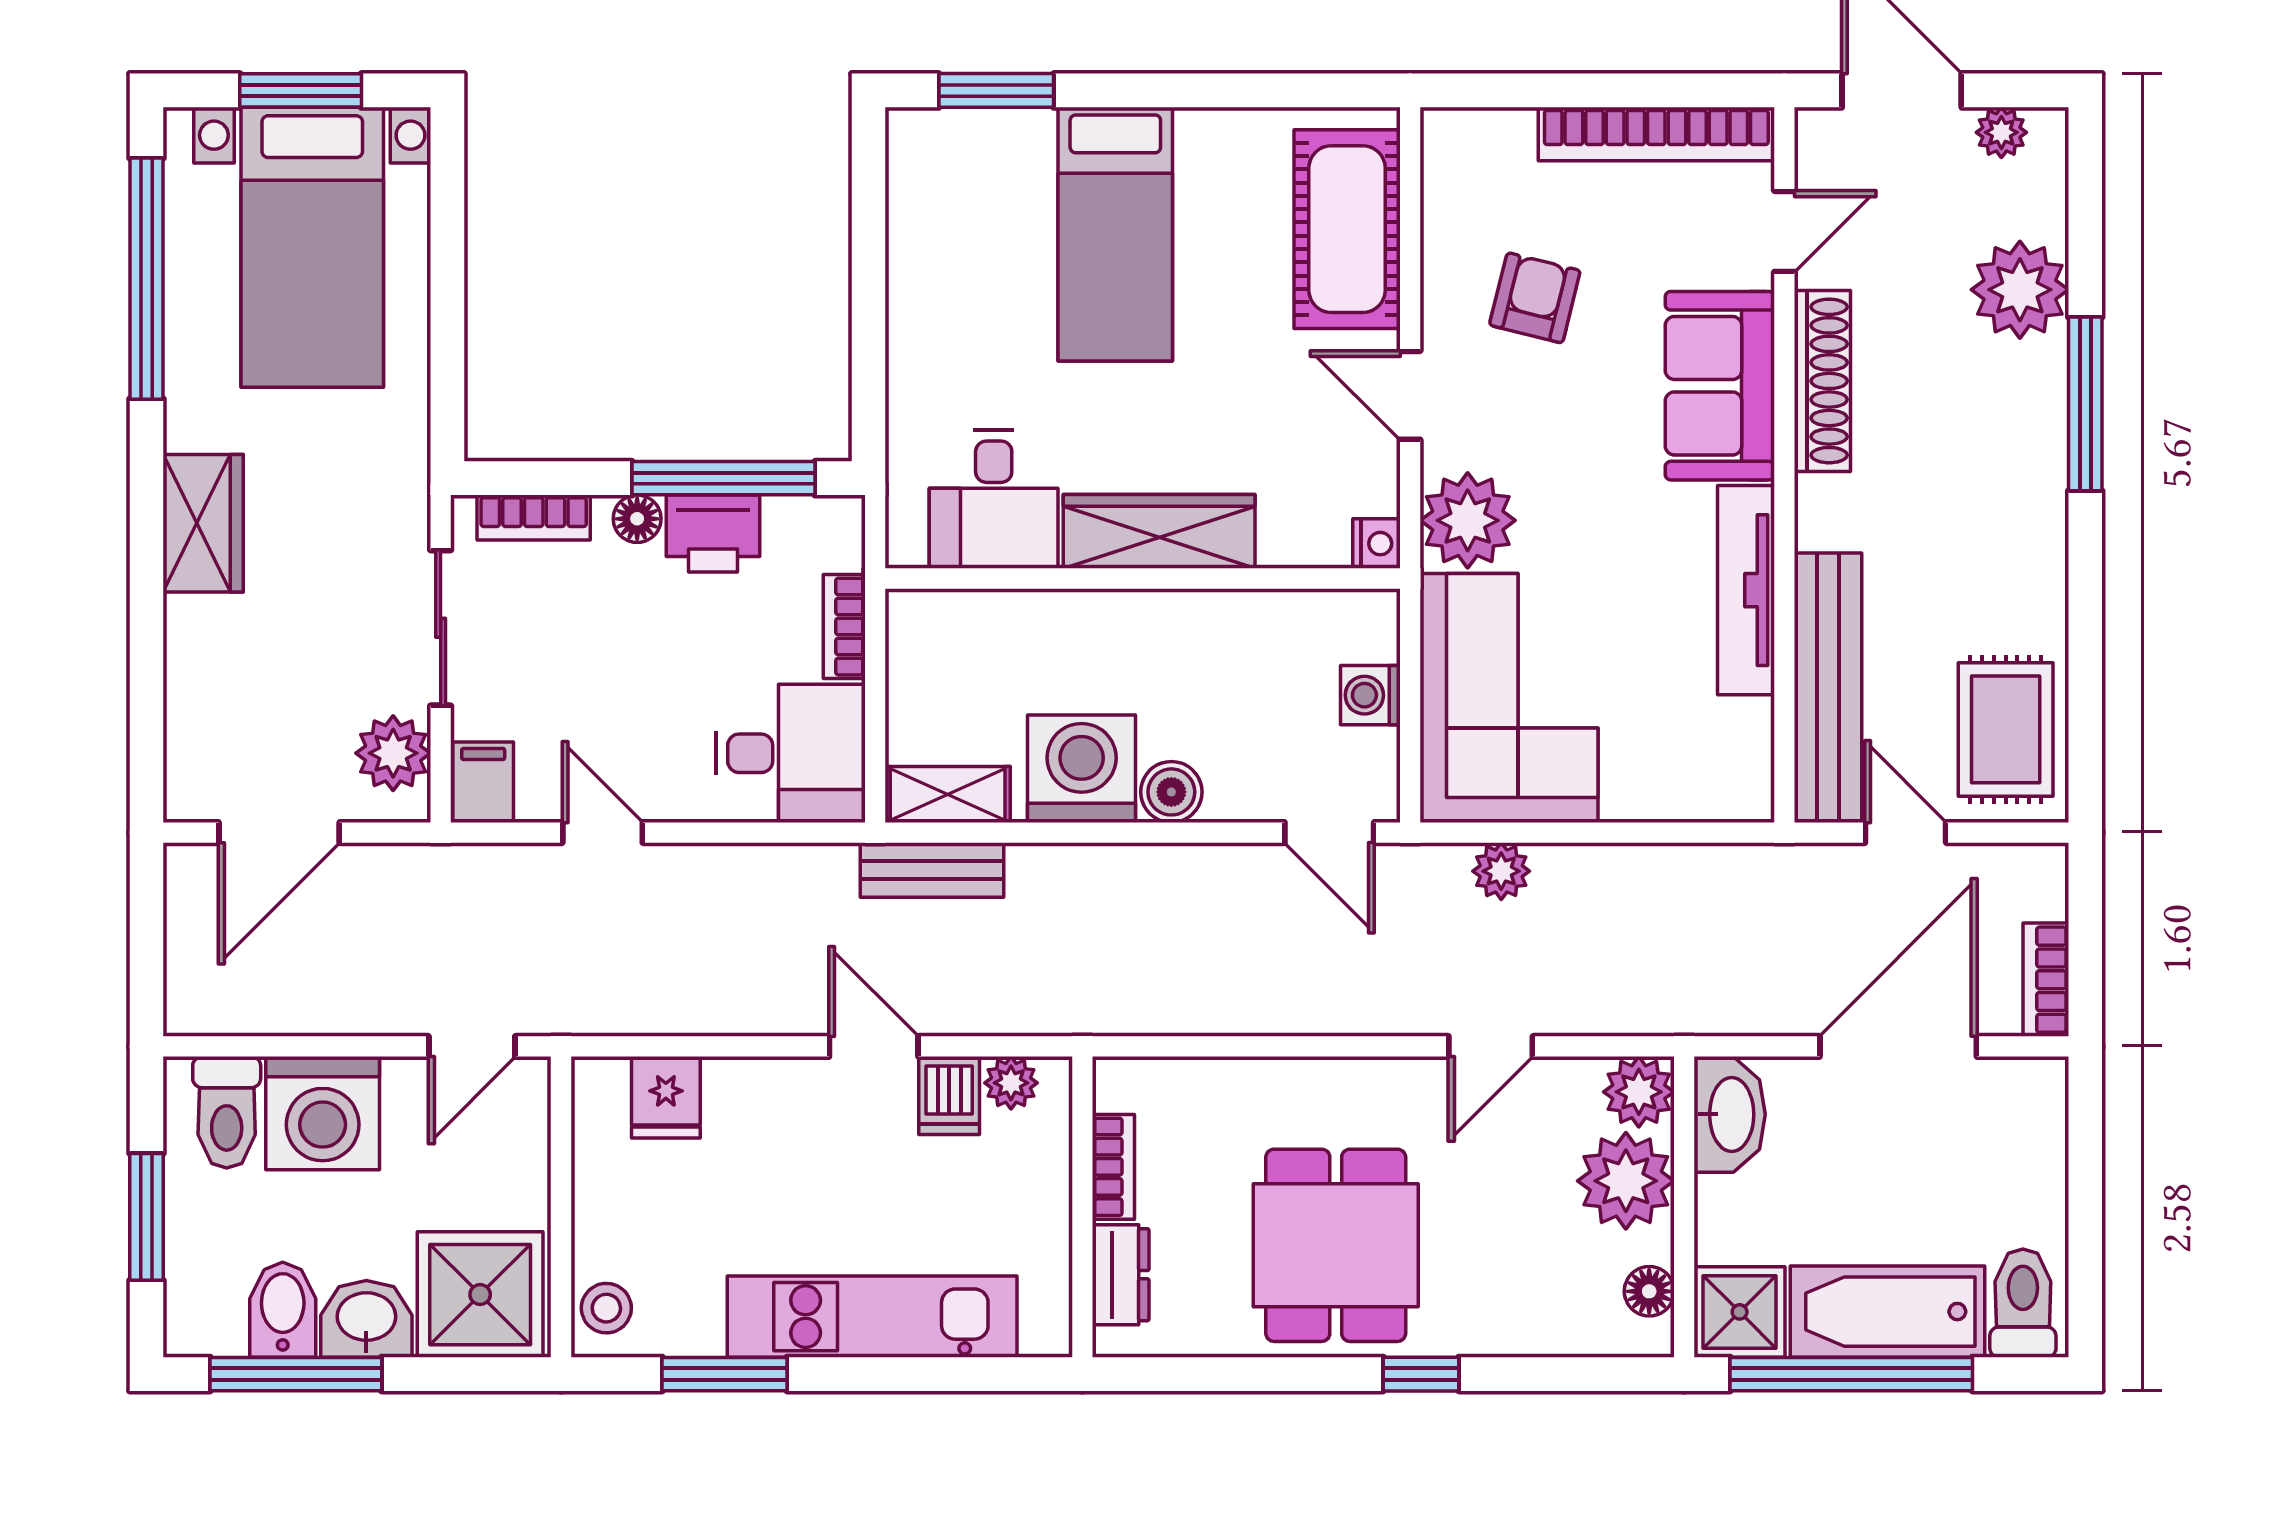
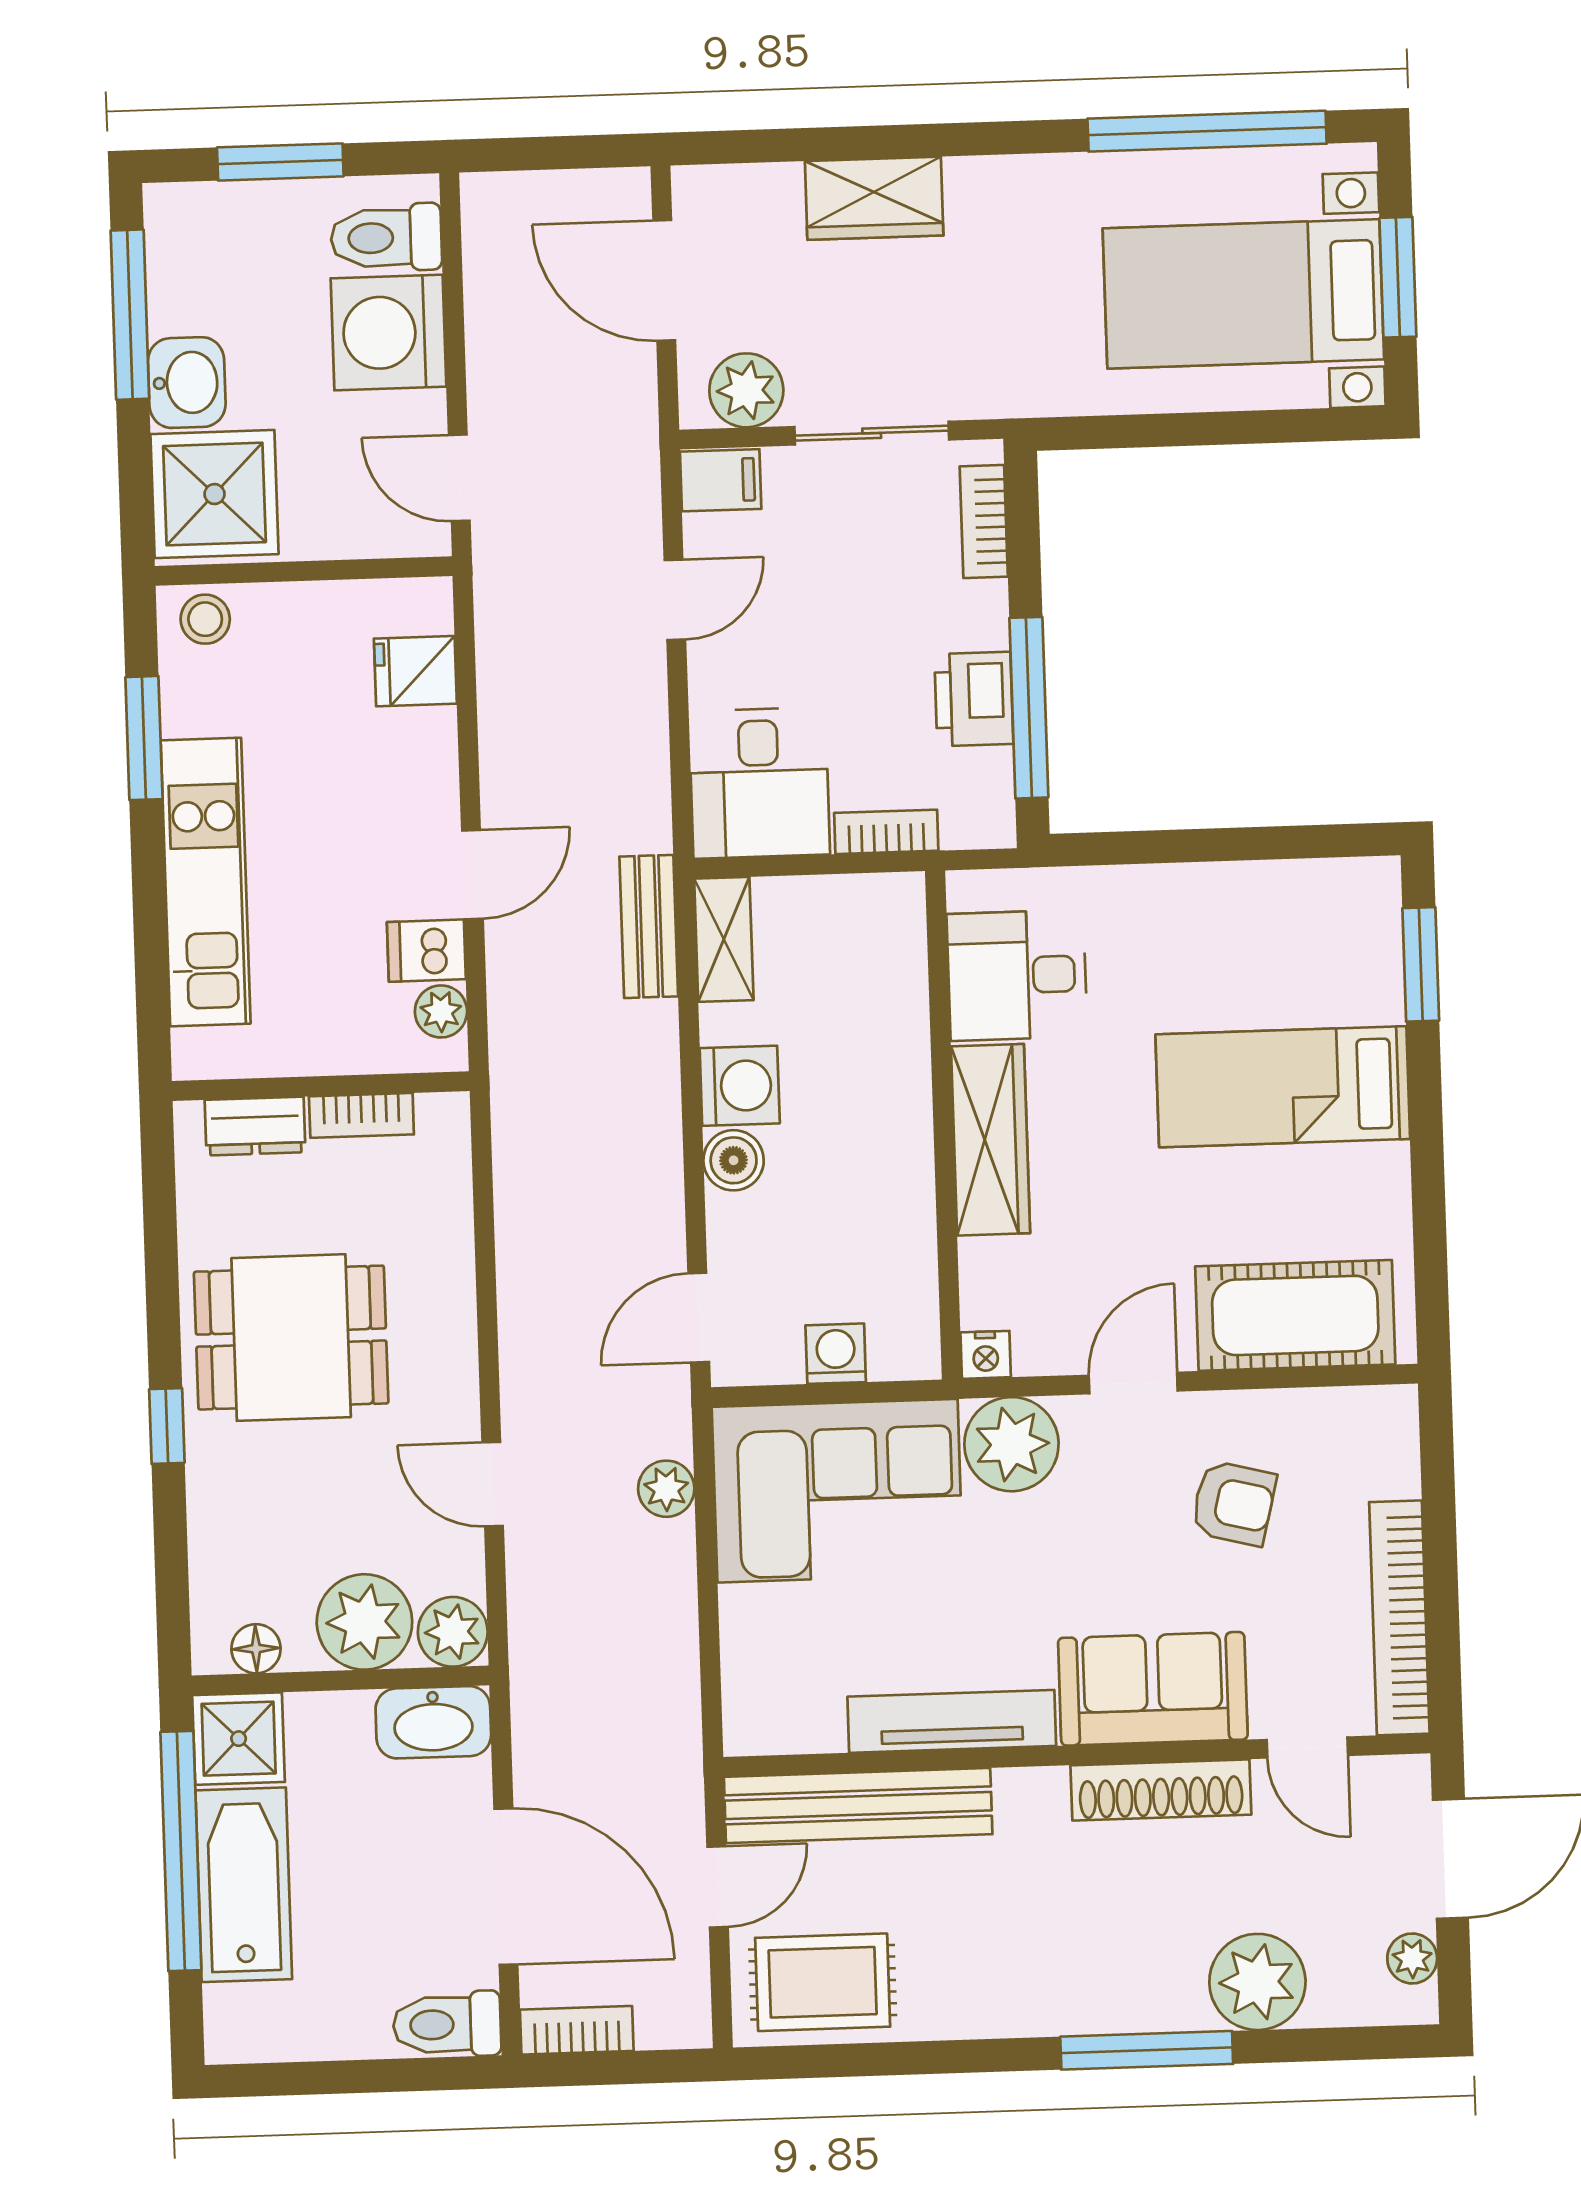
floor lamp: (637, 519) -> (986, 624), removed
wardrobe: (203, 523) -> (874, 198), moved
washing machine: (1082, 769) -> (740, 1086), width x0.73, depth x0.73
toilet: (2023, 1303) -> (447, 2024), moved, turned 180
bidet: (283, 1310) -> (193, 300), removed

